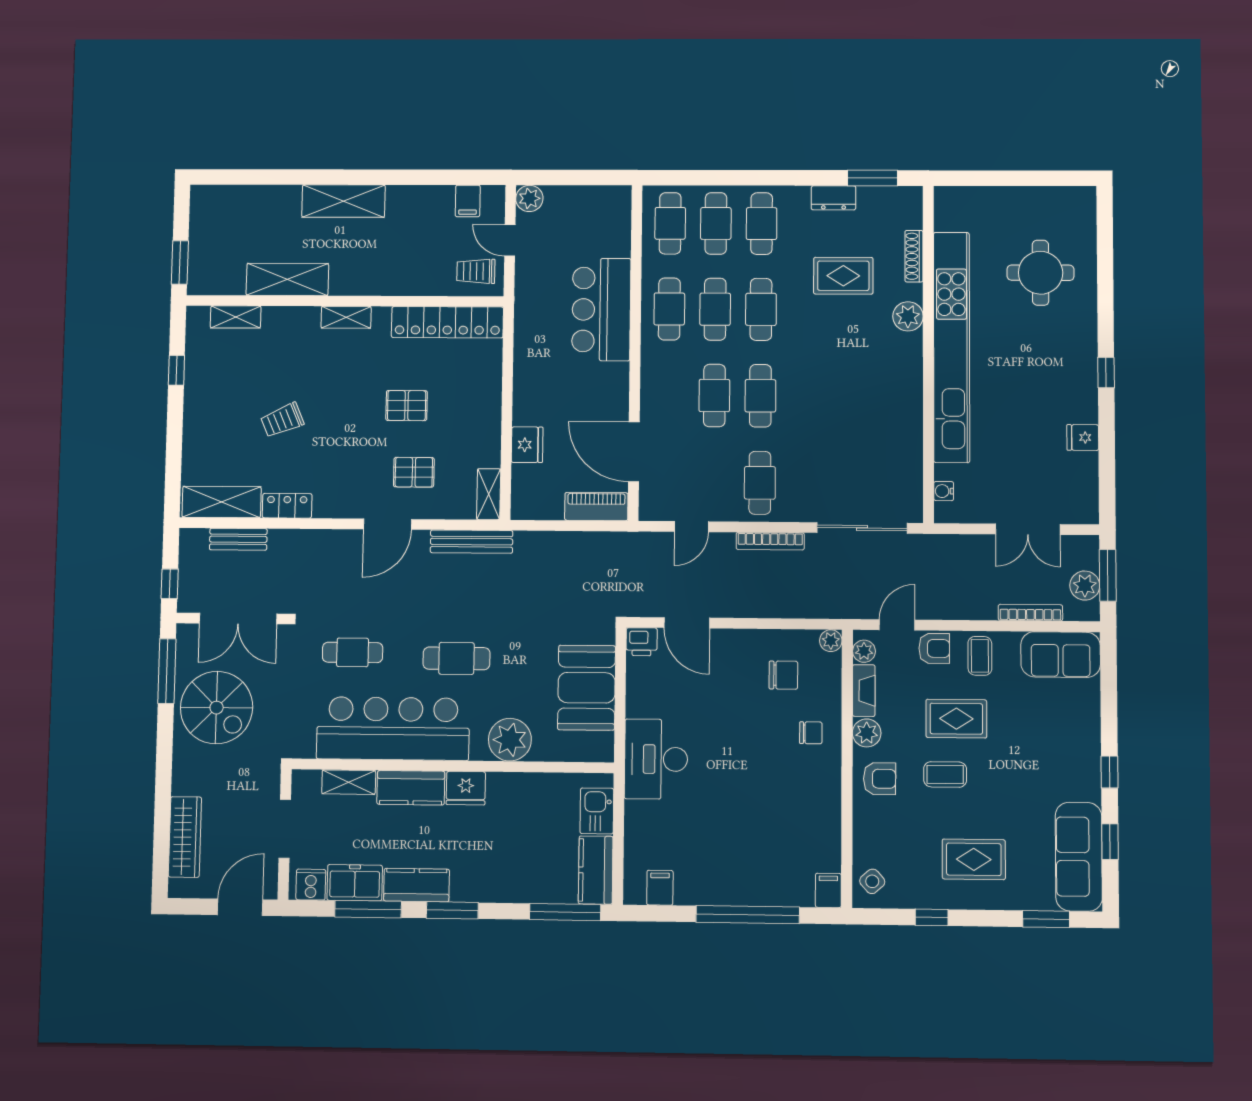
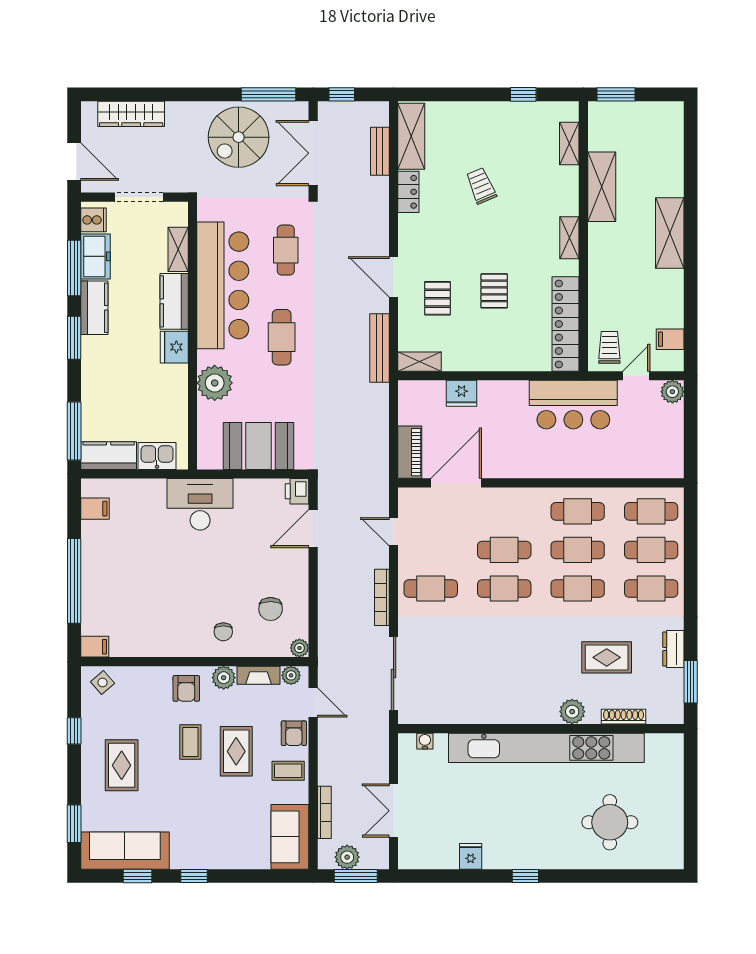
rug: (843, 276) -> (607, 657), turned 90
bar counter: (601, 309) -> (573, 405), moved, turned 180

